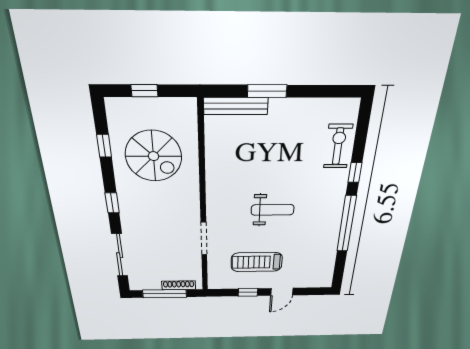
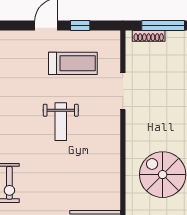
weight bench: (273, 210) -> (61, 122), turned -90

